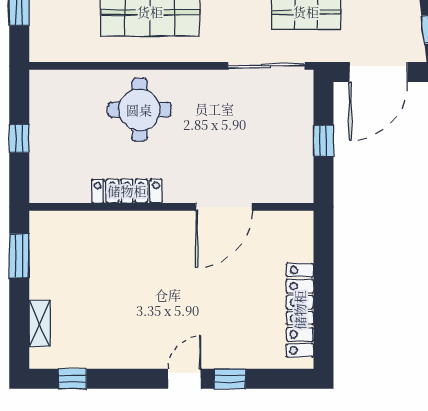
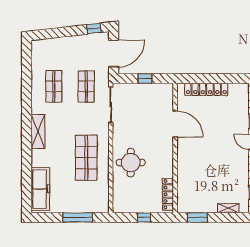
door: (378, 72) -> (114, 53), hinge flipped
locker: (127, 191) -> (168, 194), moved
locker: (300, 310) -> (206, 89), moved

